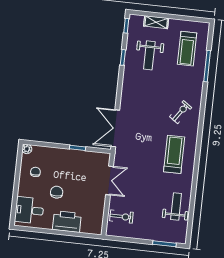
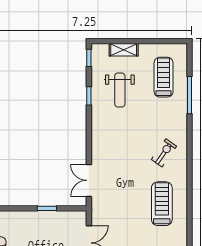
treadmill: (187, 49) -> (164, 77), turned 180
double door: (115, 128) -> (89, 180), width x0.73

